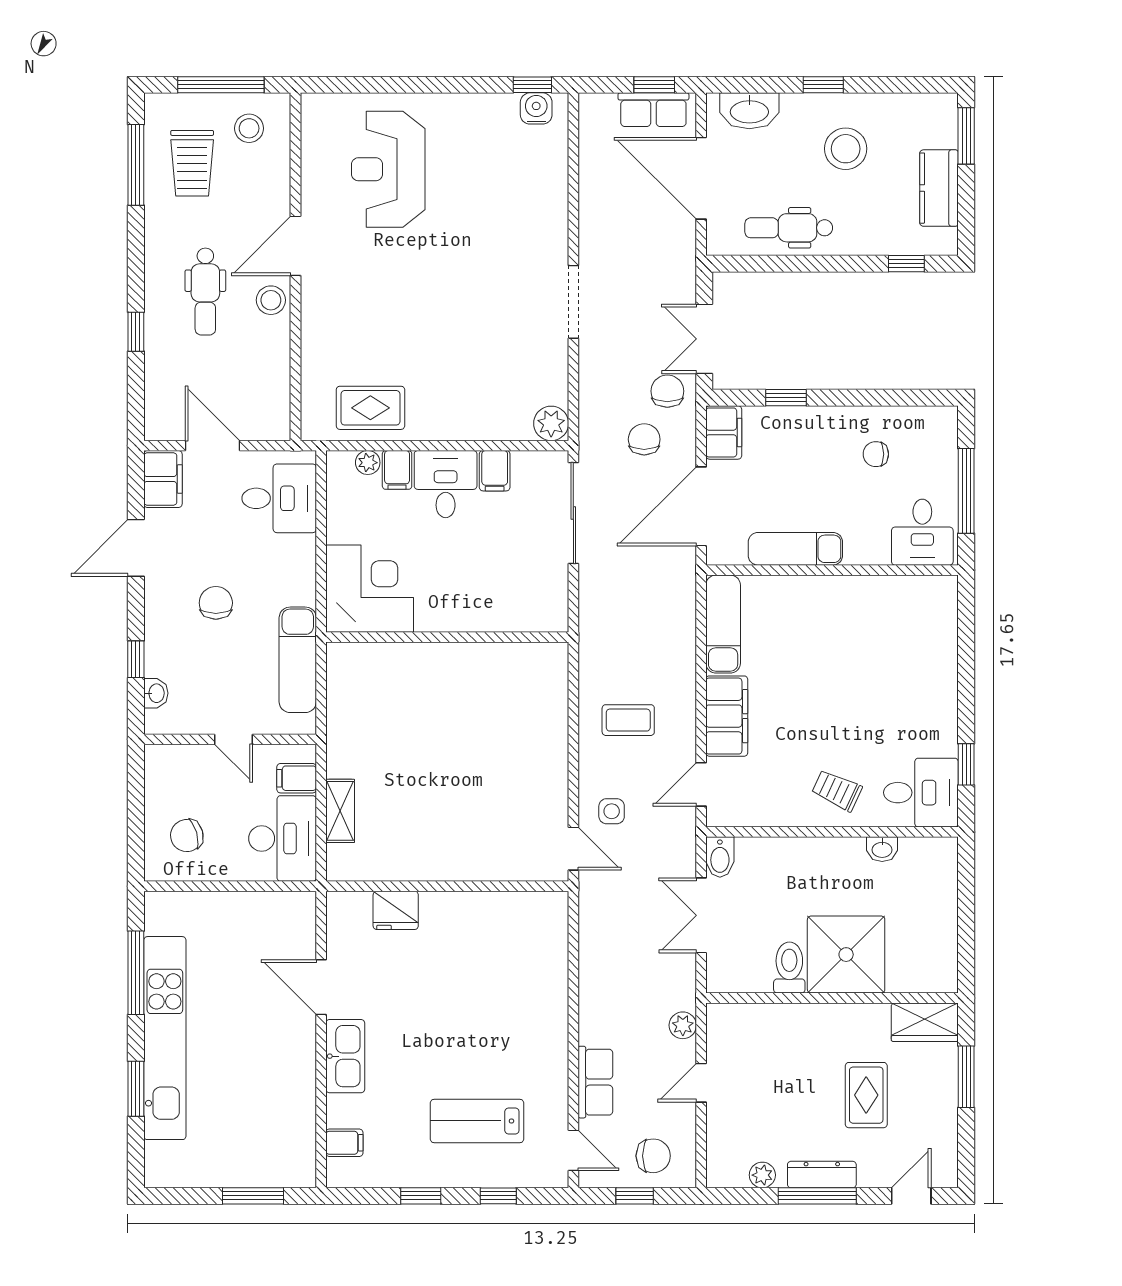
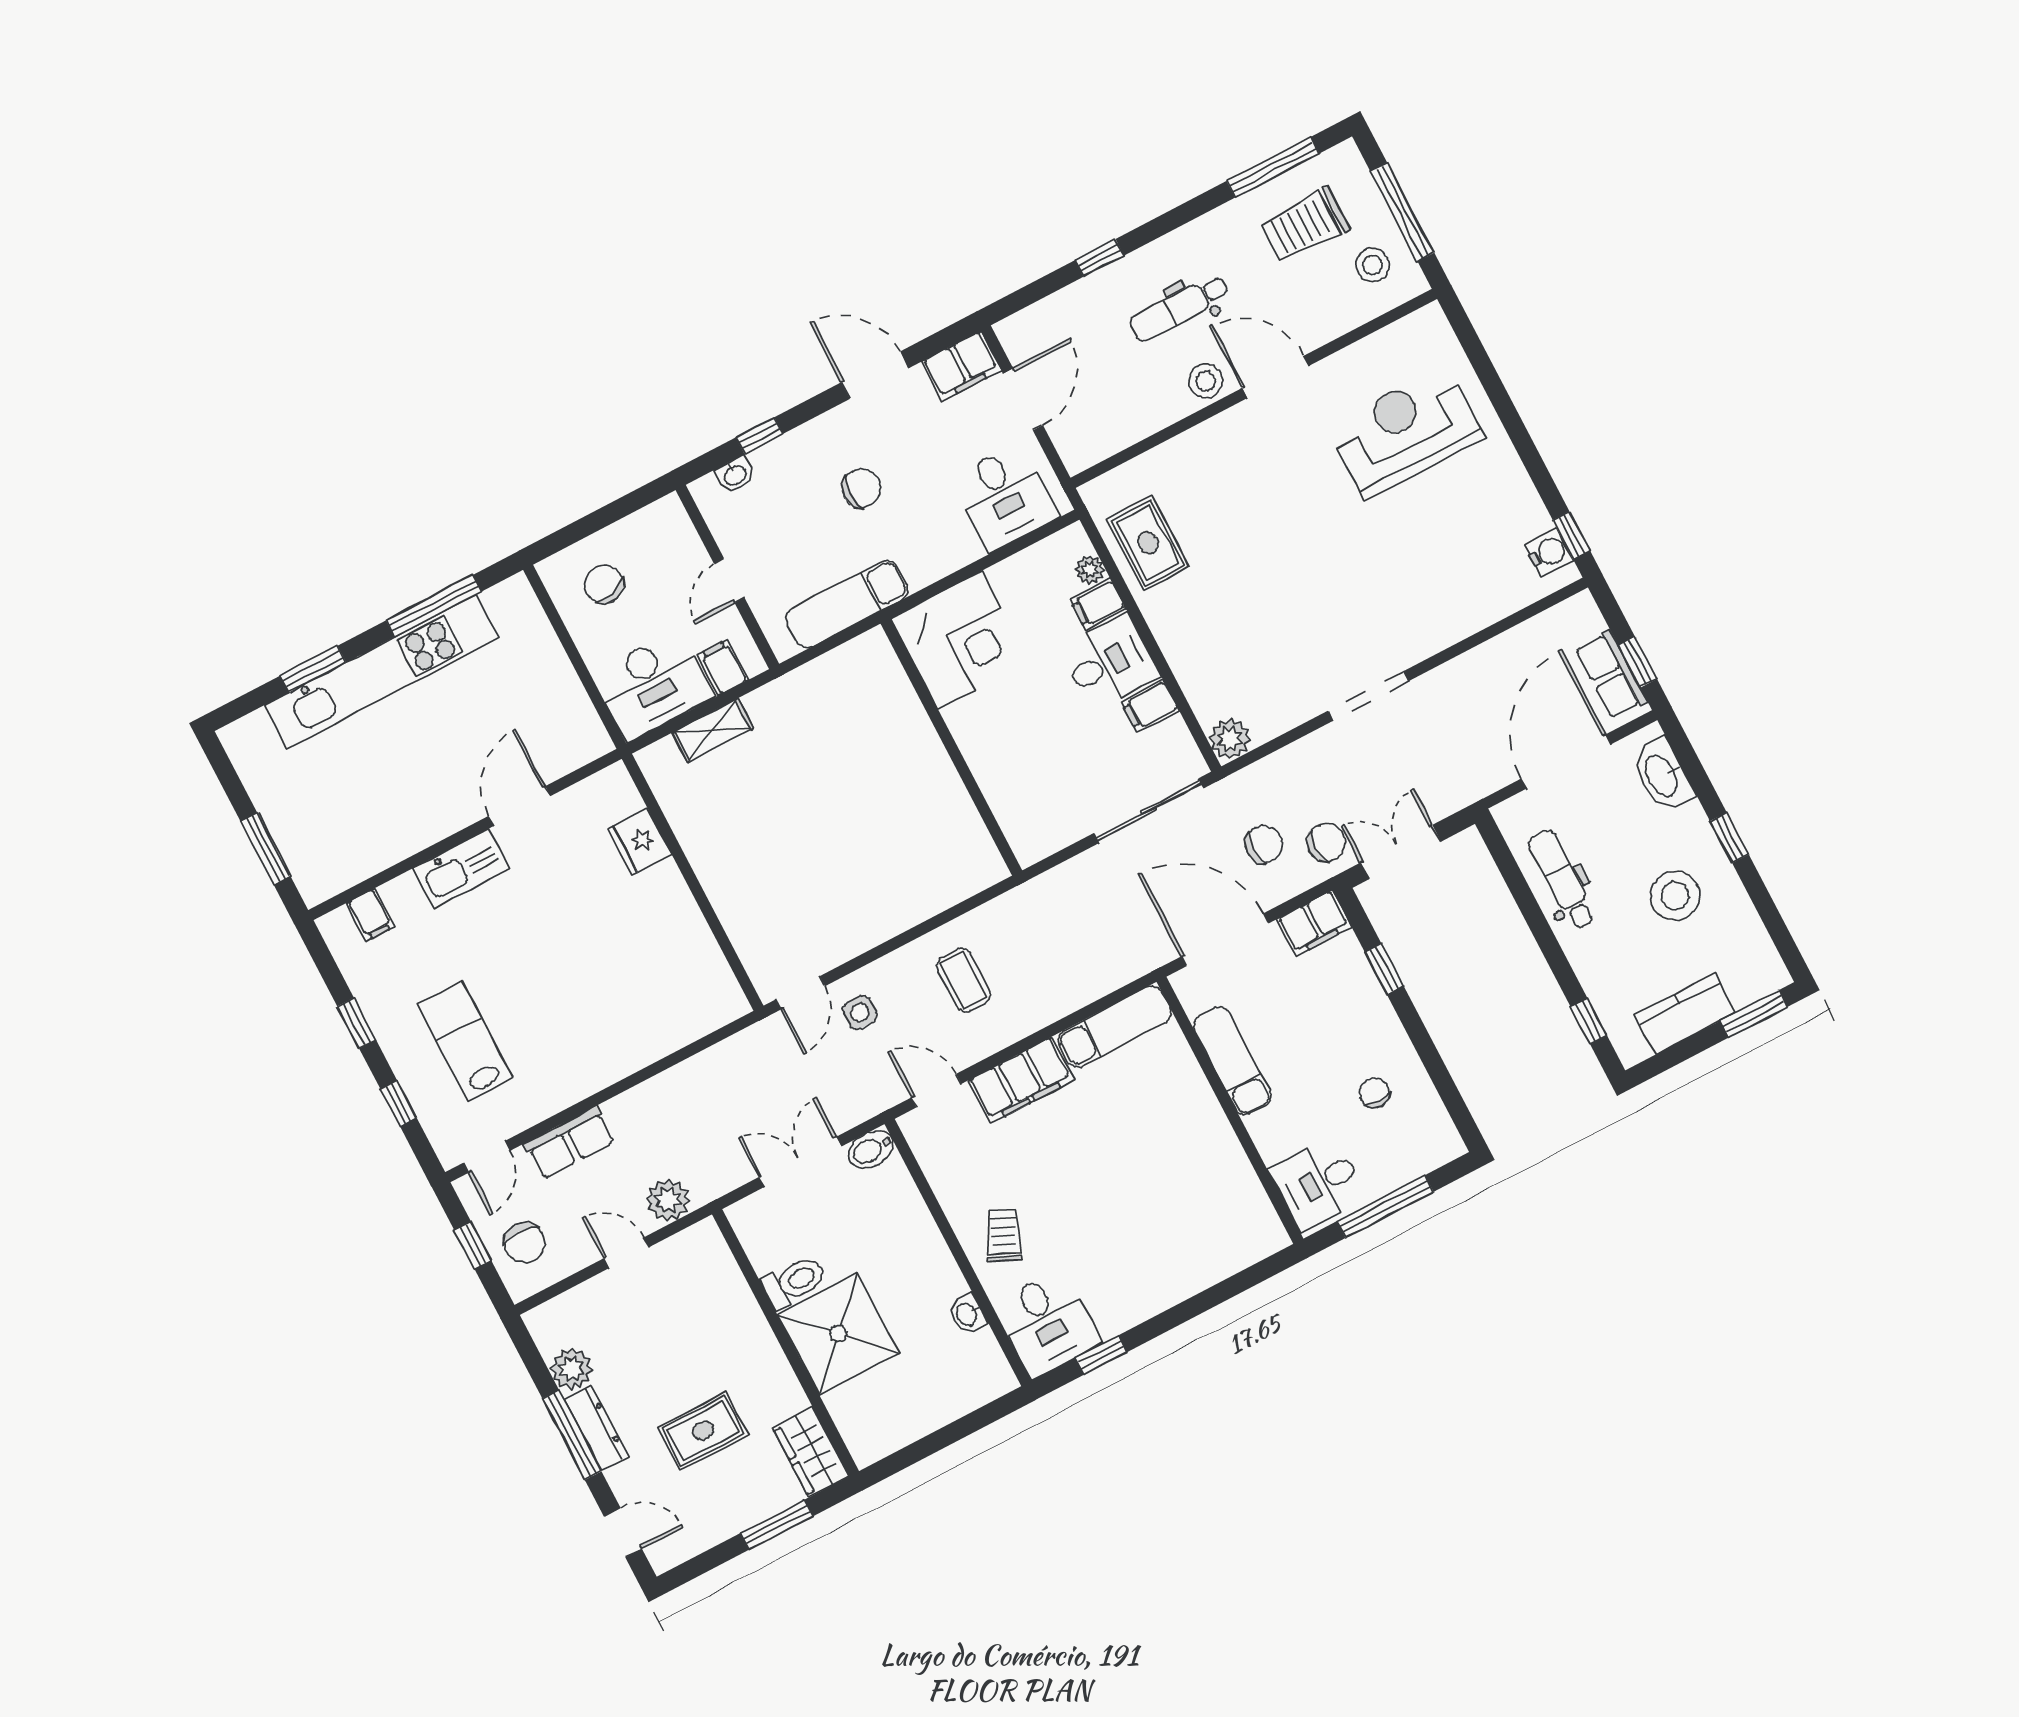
plant: (683, 1025) -> (668, 1200), width x1.38, depth x1.38
plant: (762, 1175) -> (571, 1369), width x1.38, depth x1.38

